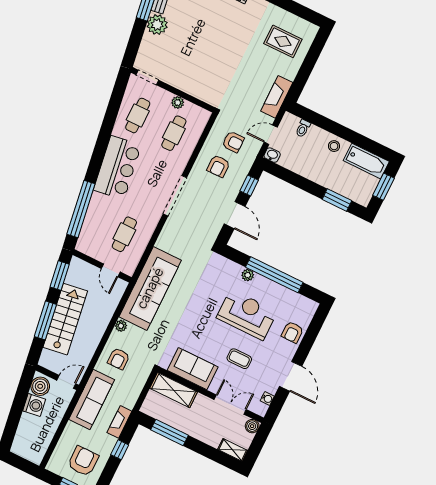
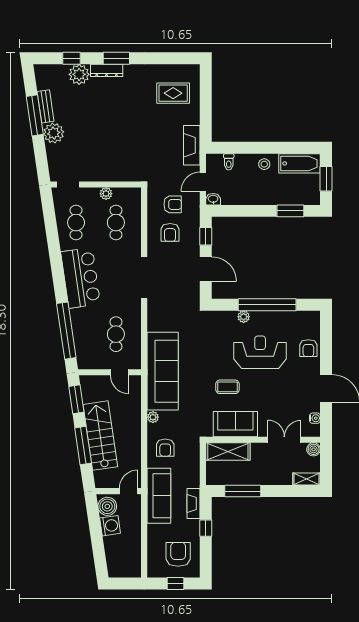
coffee table: (239, 359) -> (227, 387), moved

